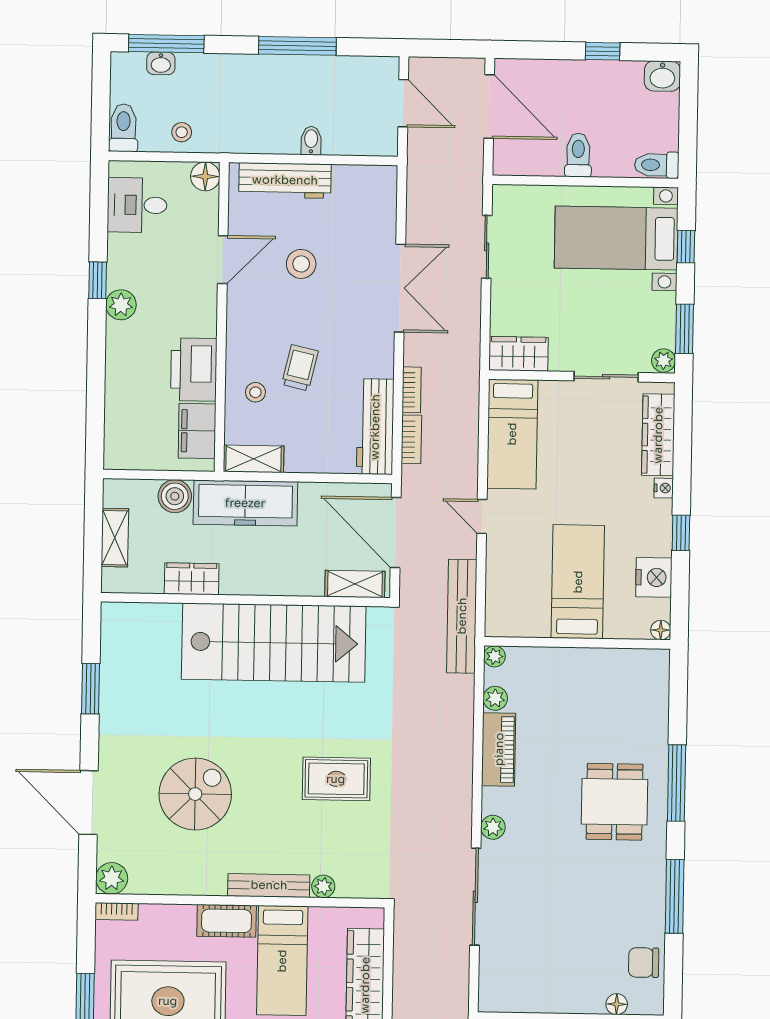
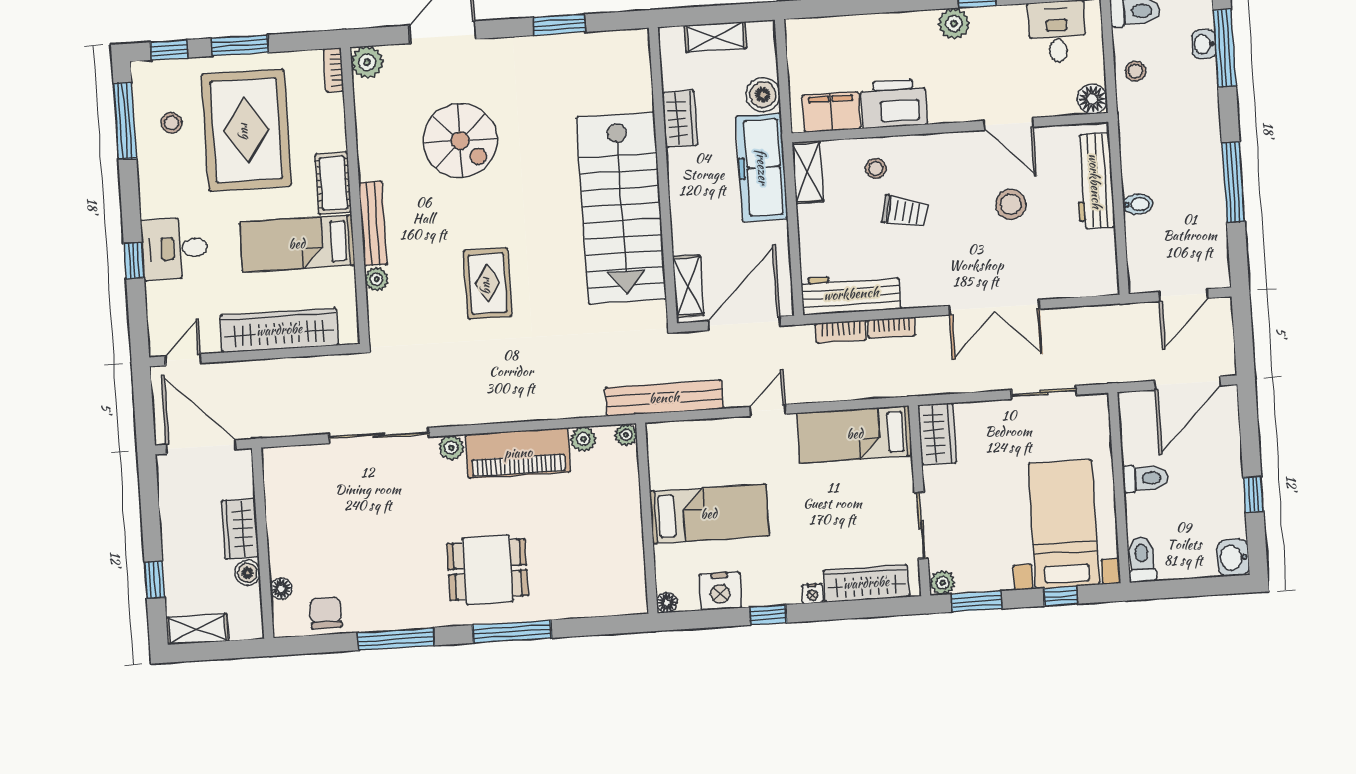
piano: (499, 749) -> (518, 453), width x1.37, depth x1.33

